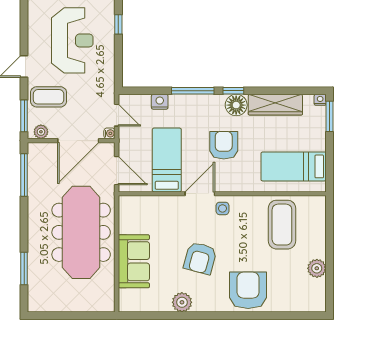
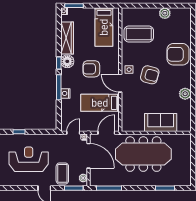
nightstand: (160, 102) -> (65, 93), moved
armchair: (200, 258) -> (150, 75), moved

